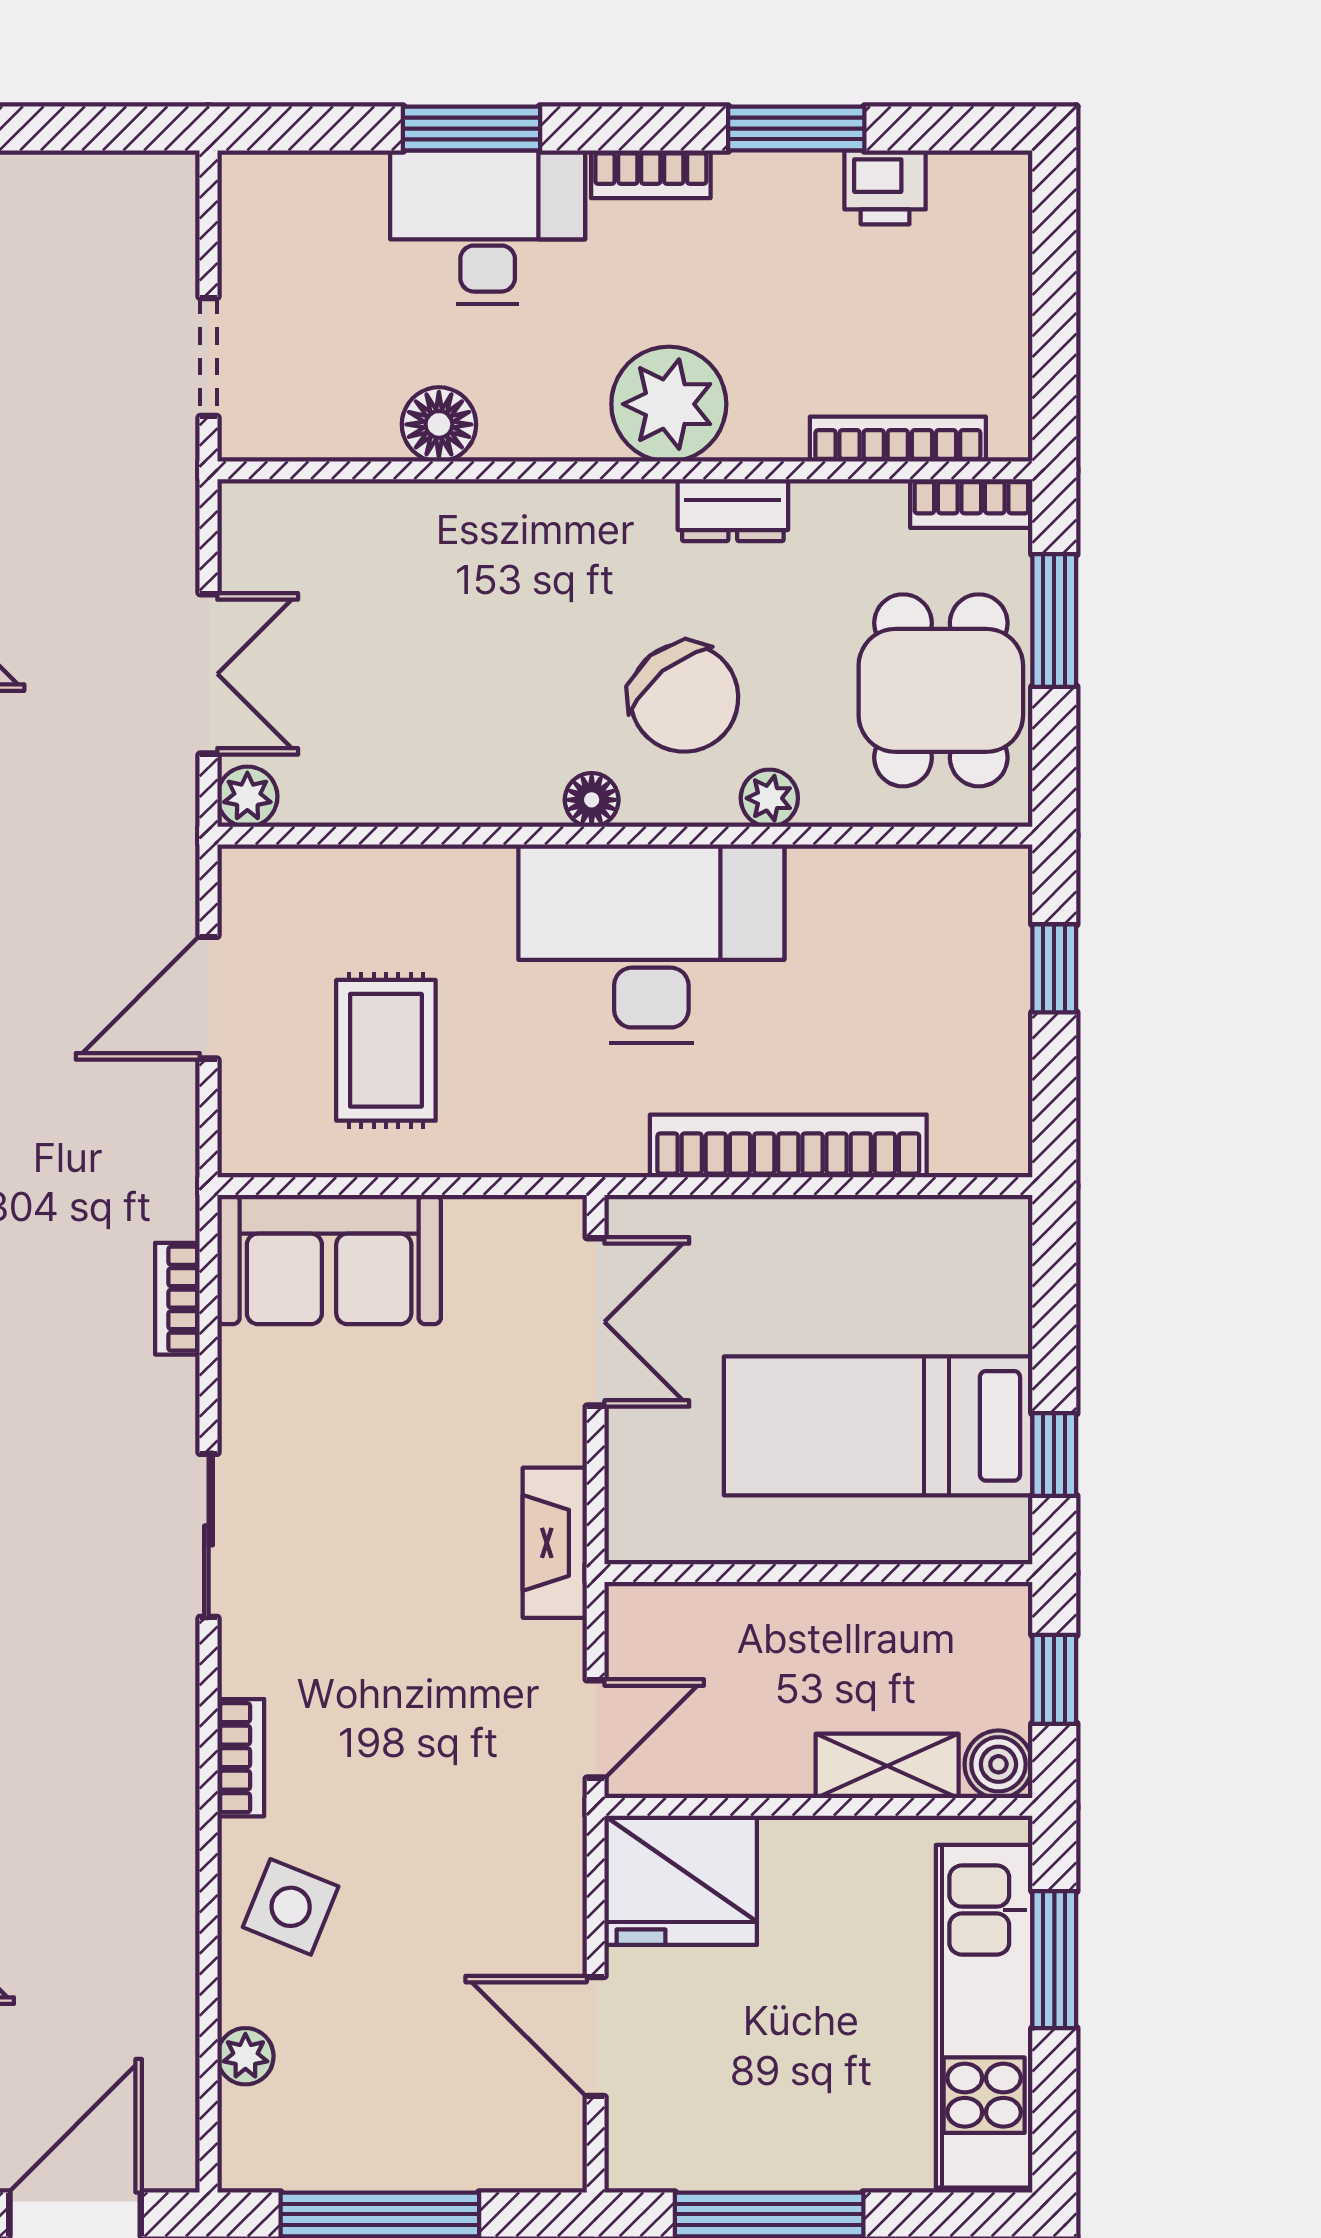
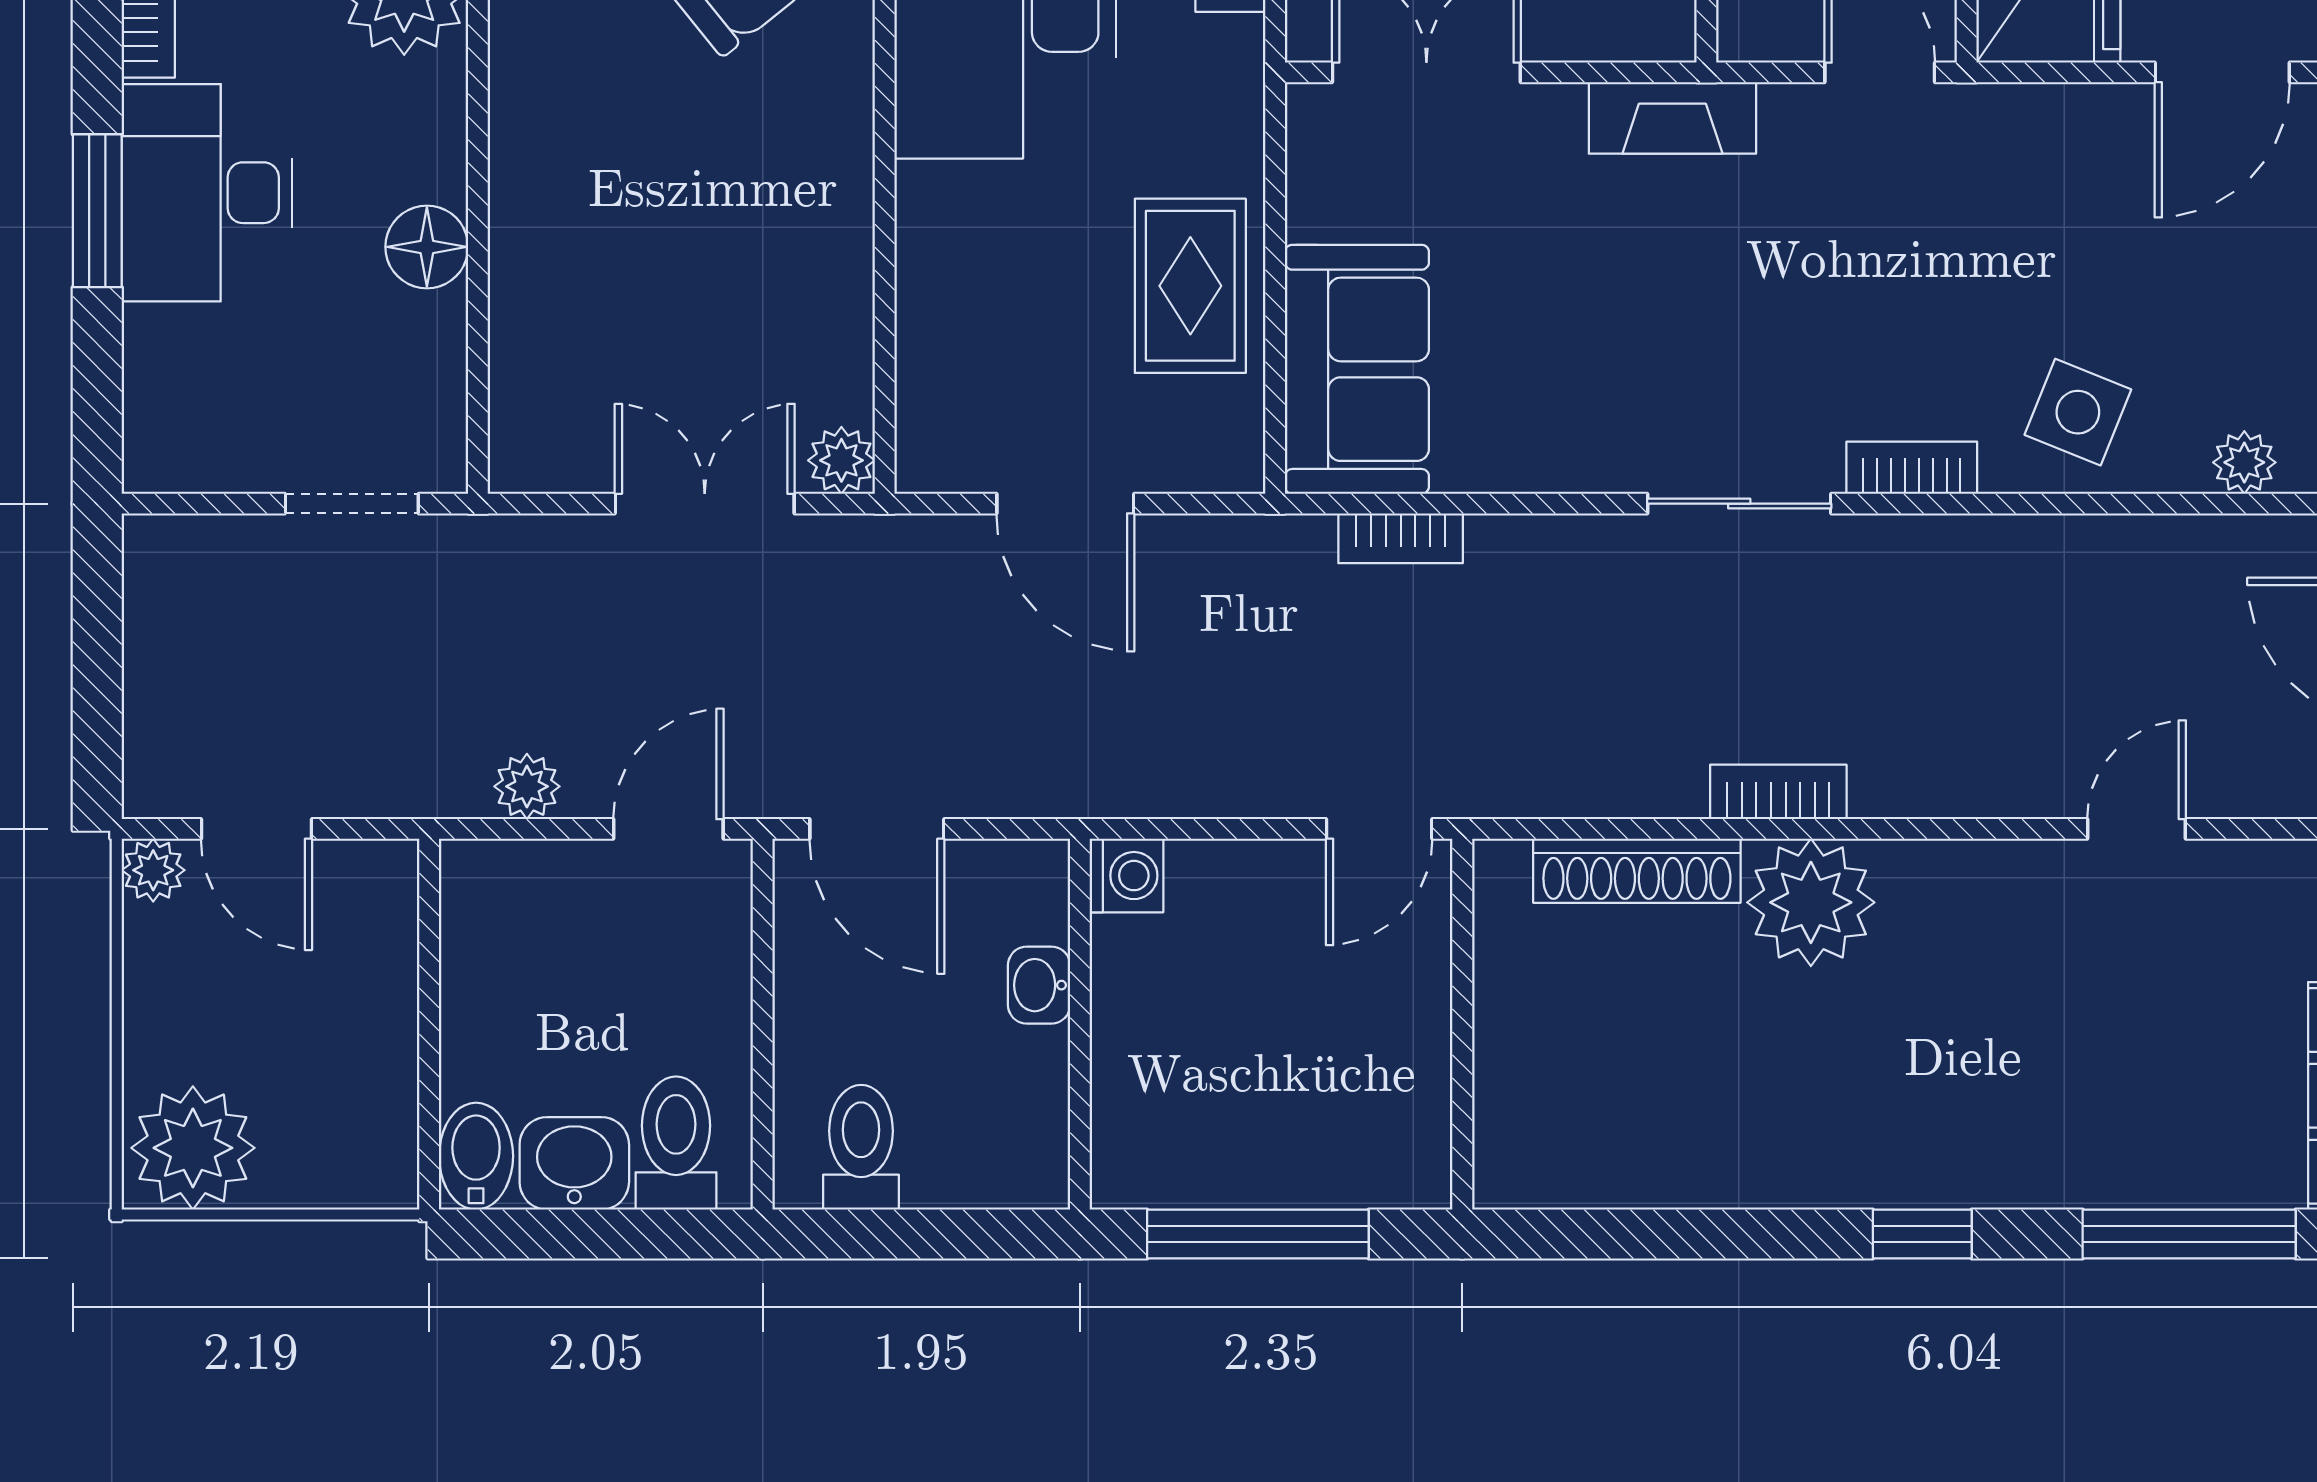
floor lamp: (592, 800) -> (845, 77), removed
rug: (386, 1050) -> (1190, 286), moved, turned 90
sliding door: (209, 1535) -> (1739, 504), moved

